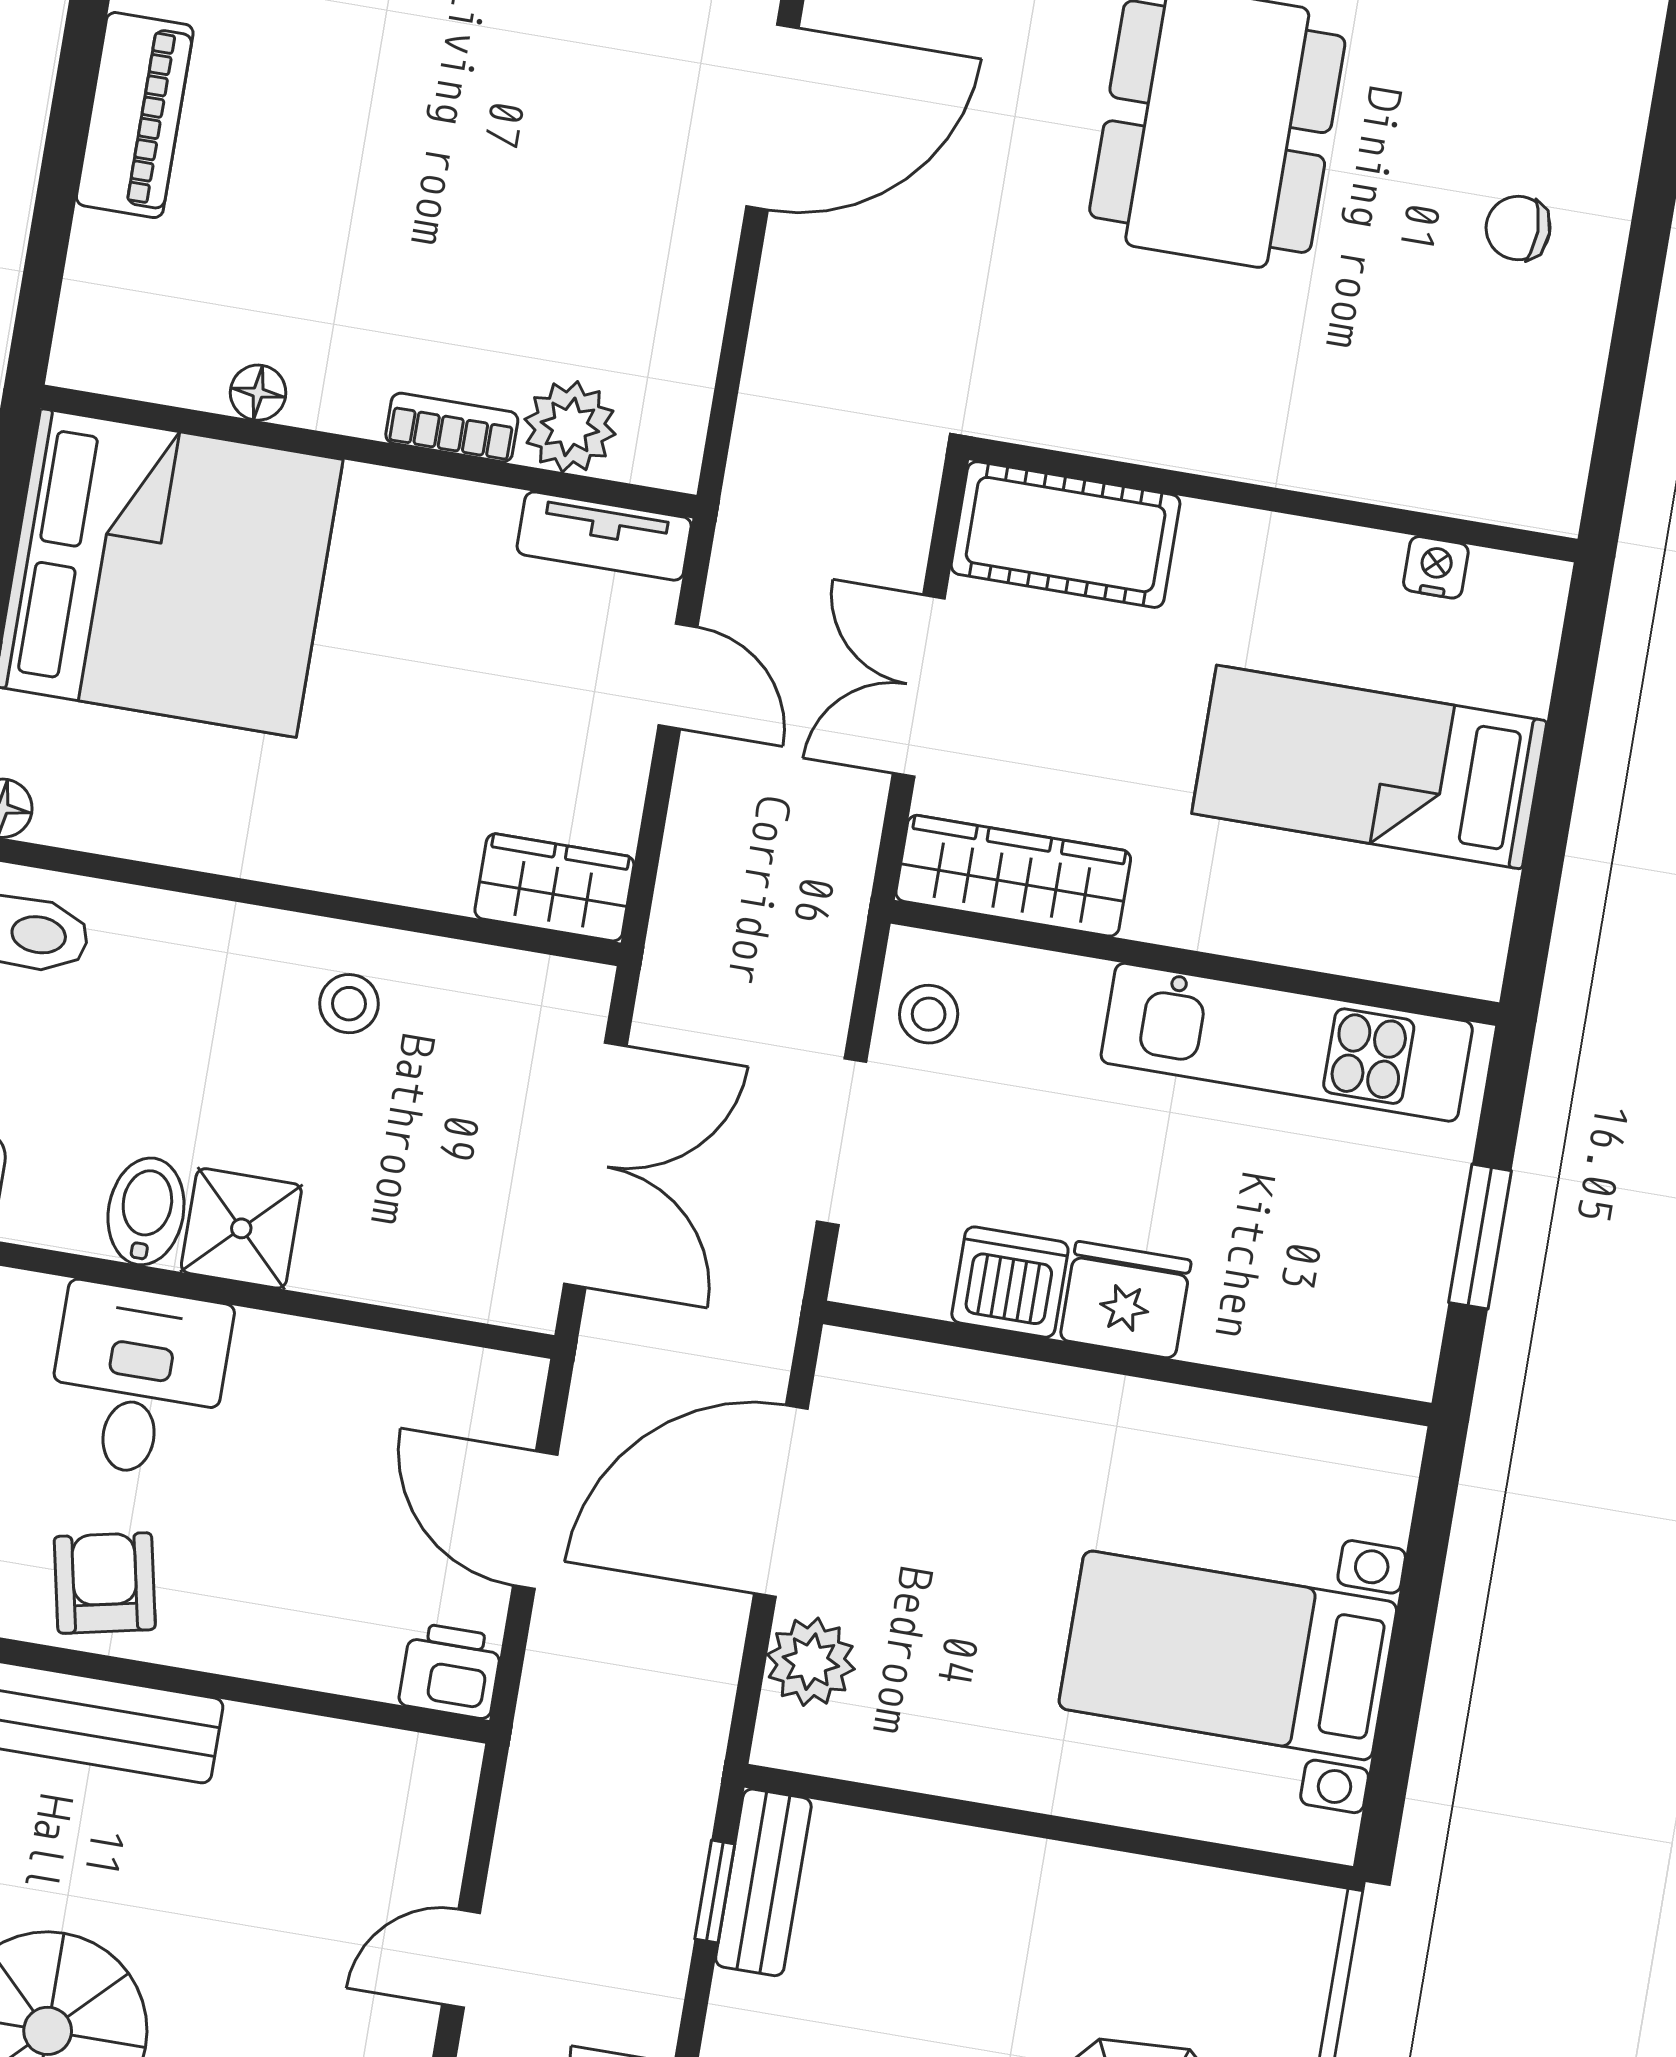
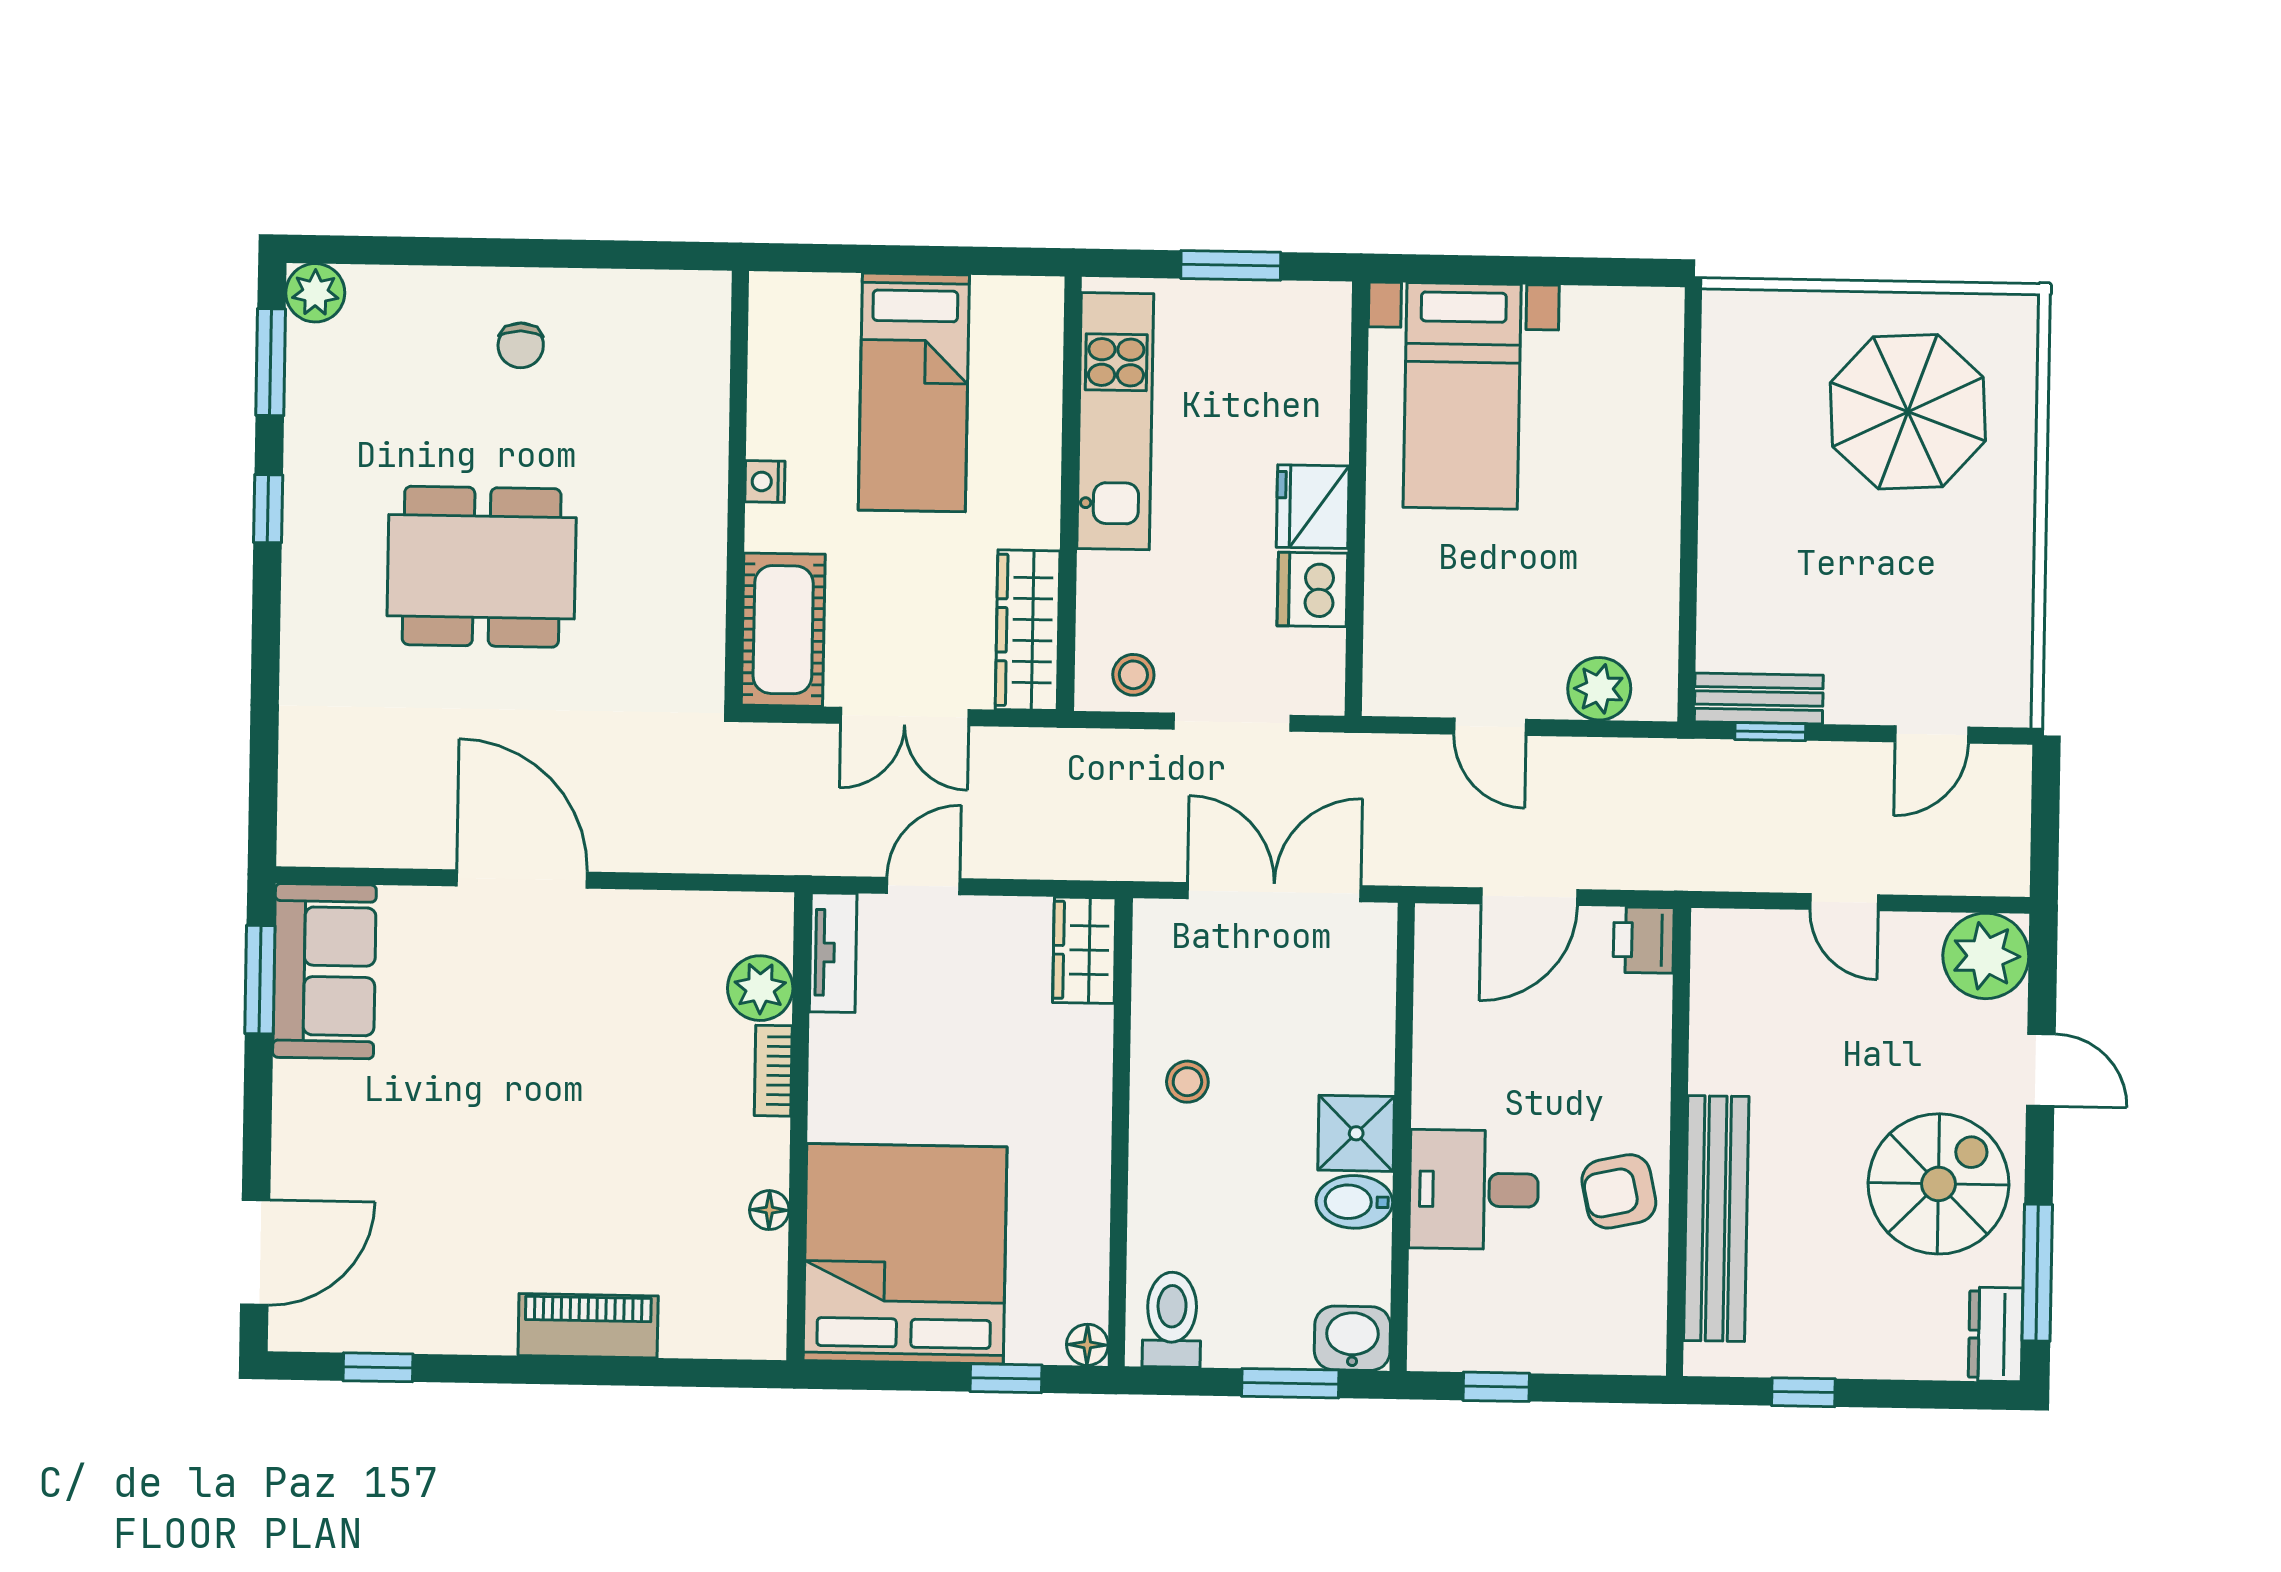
nightstand: (1436, 567) -> (765, 482), moved
door: (781, 1501) -> (1490, 727), width x0.53
bed with nightstands: (1228, 1655) -> (1462, 396), moved

